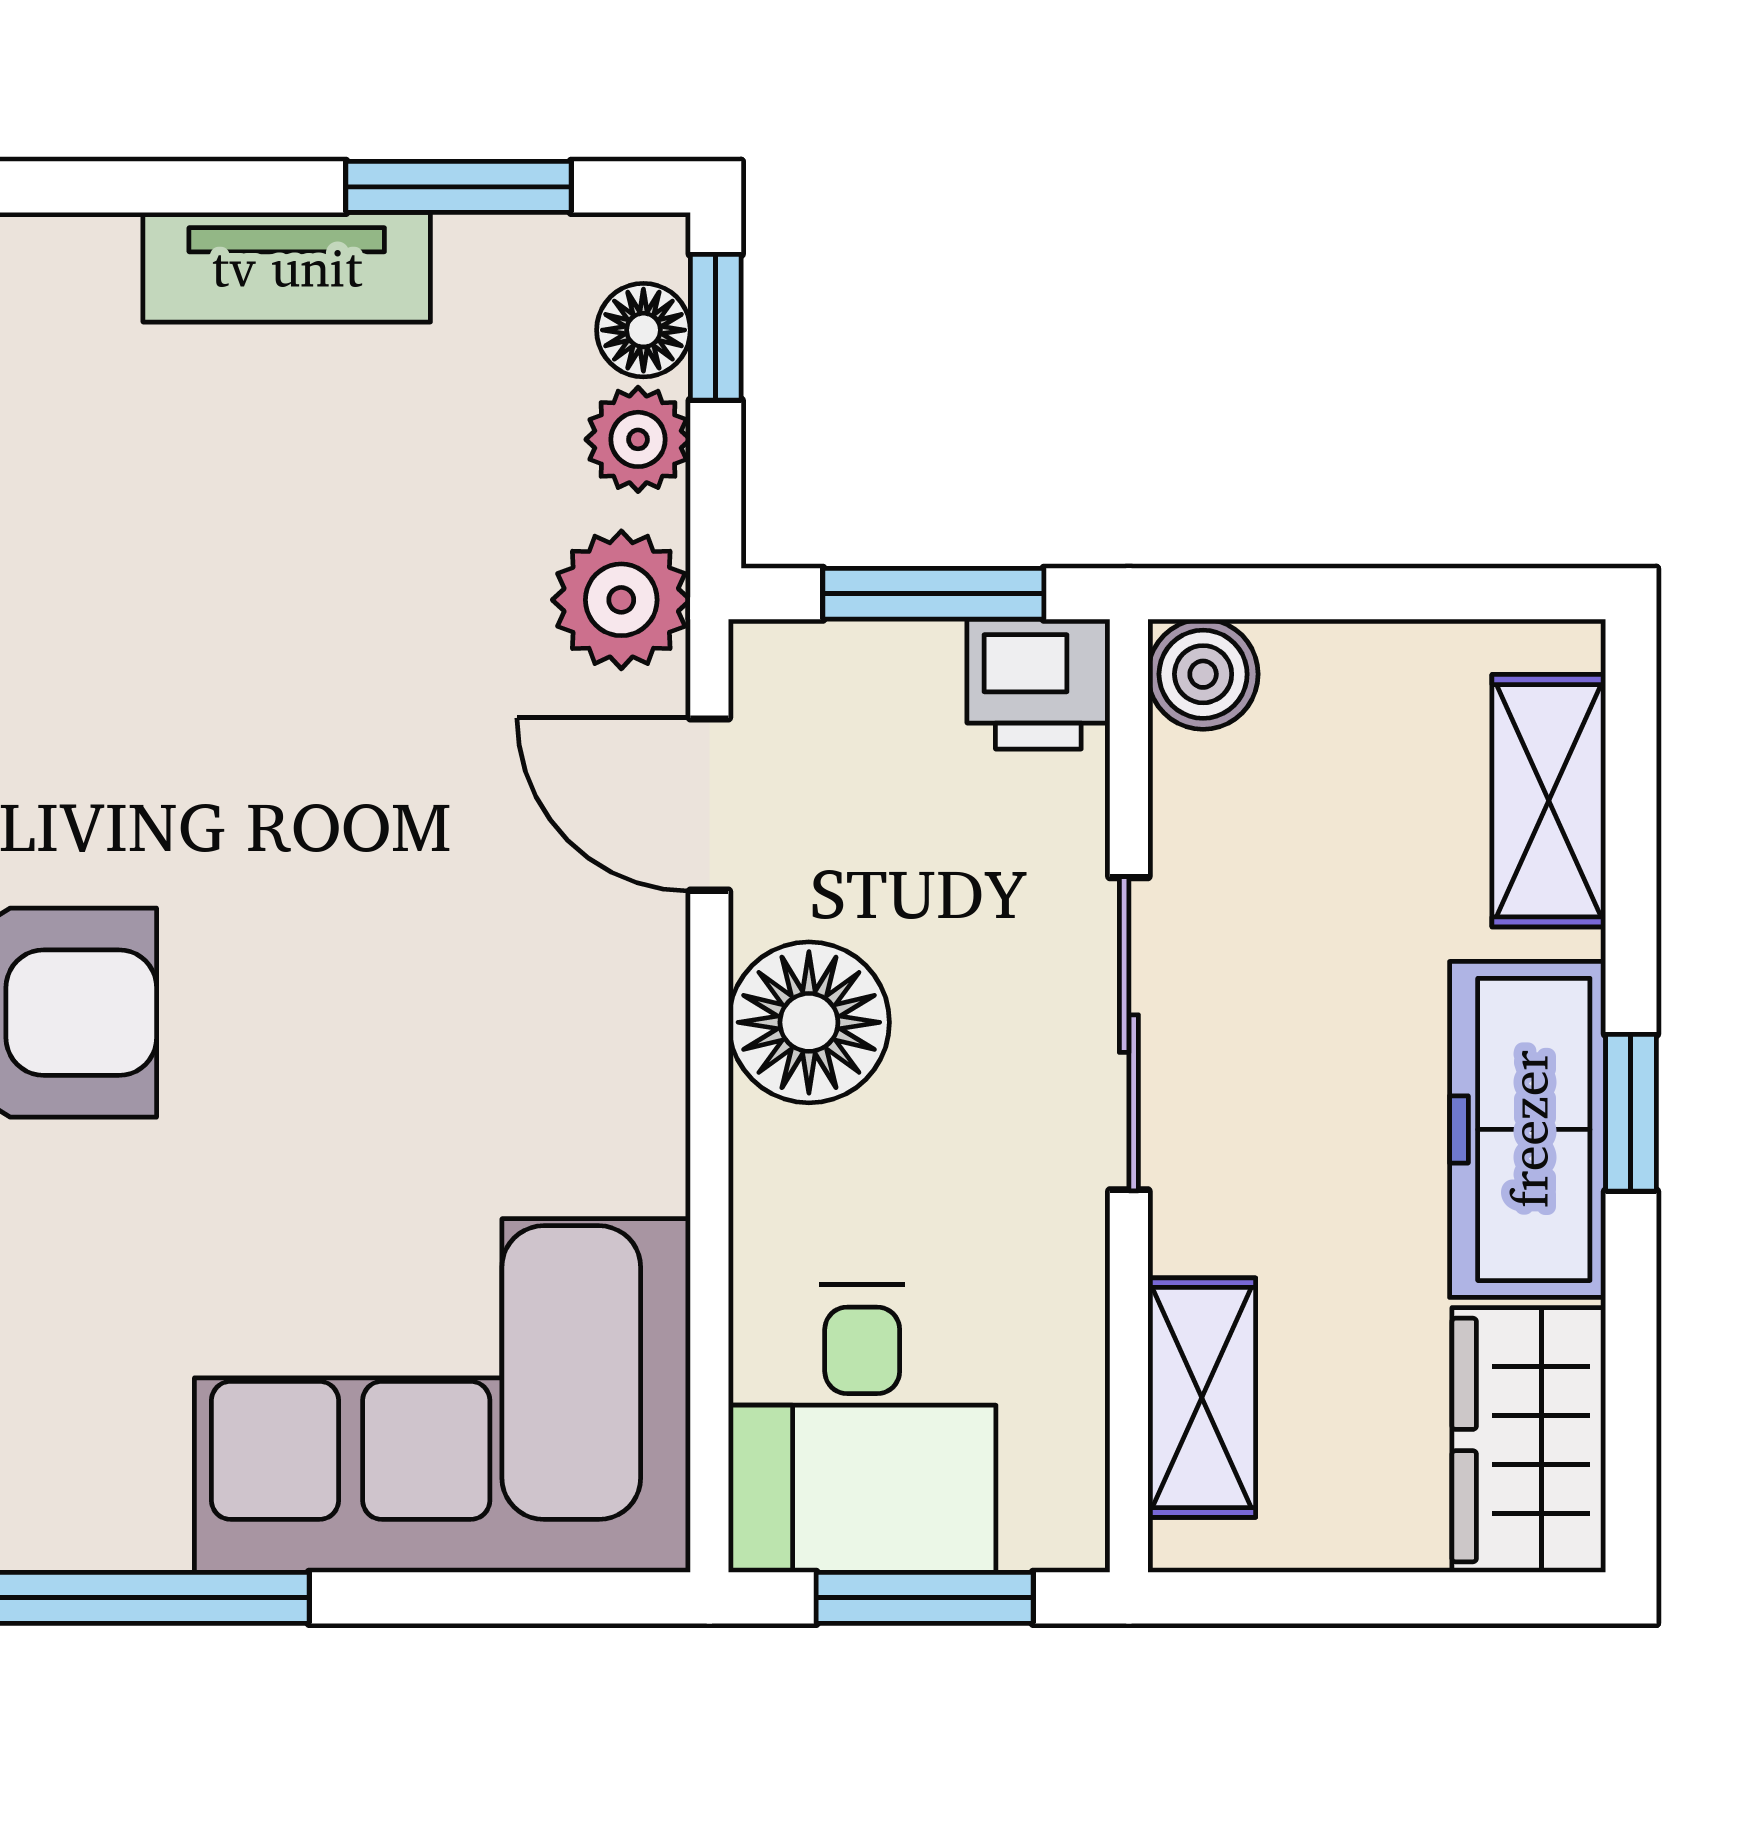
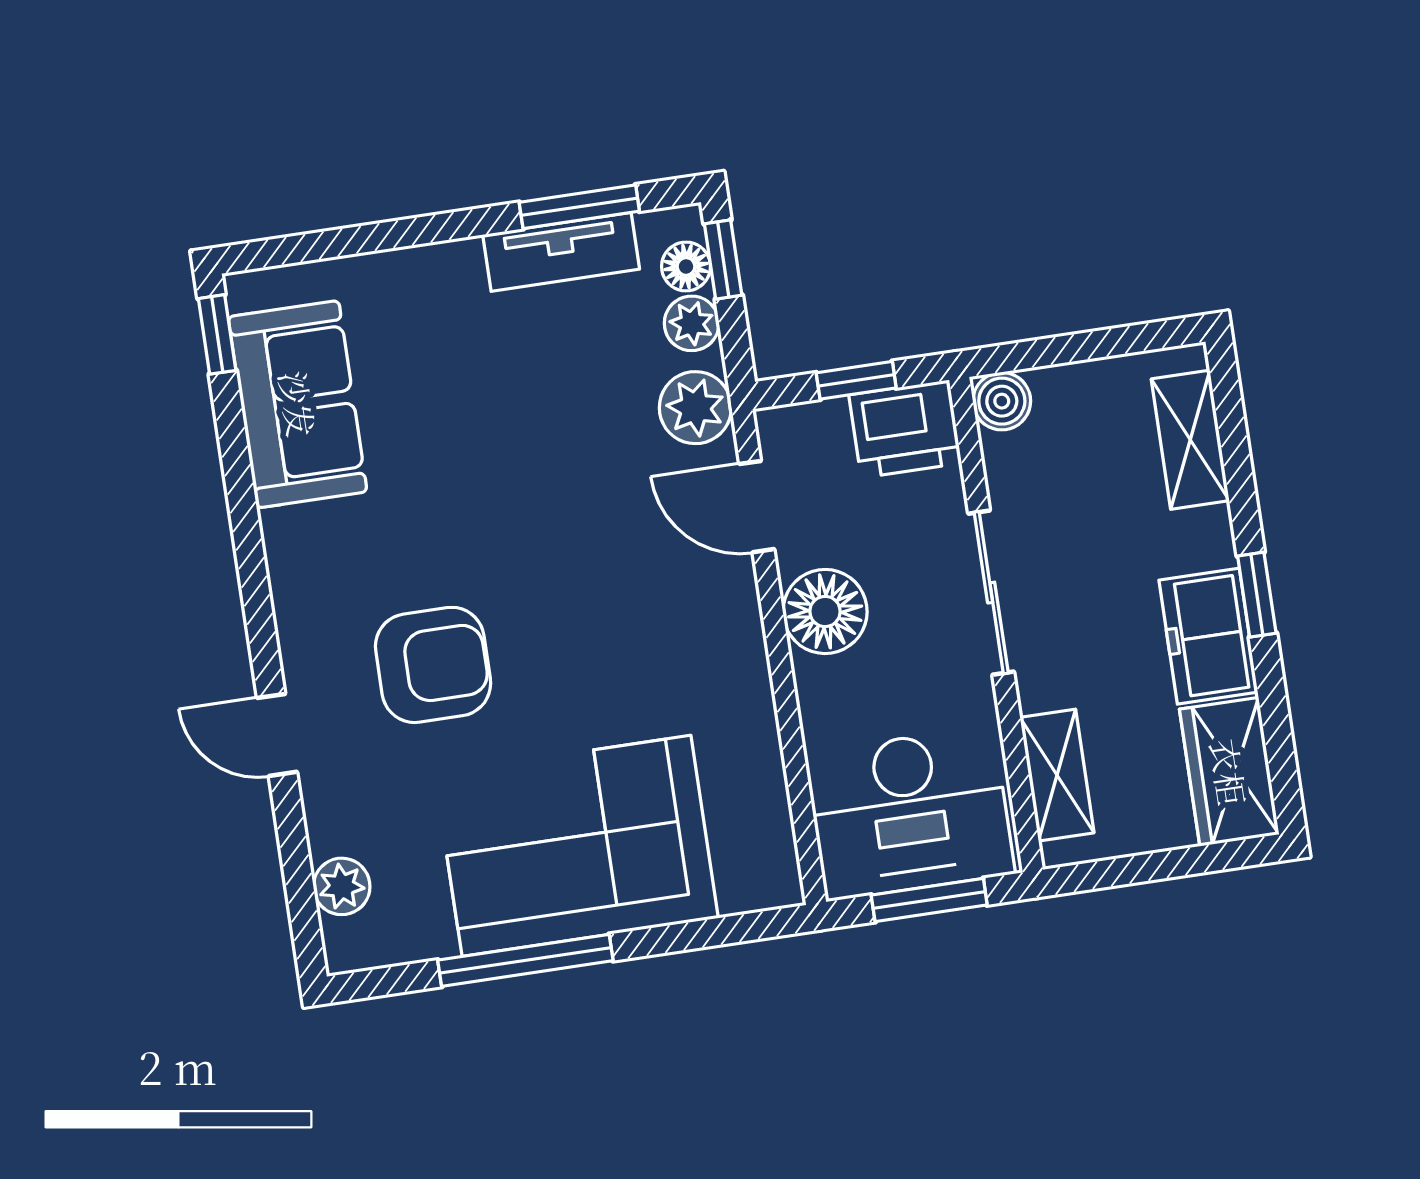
tv unit: (287, 267) -> (561, 252), moved
window: (933, 594) -> (856, 380), width x0.67
printer: (1038, 684) -> (905, 429), width x1.36, depth x1.24
freezer: (1528, 1129) -> (1208, 636), width x0.71
corner sofa: (442, 1396) -> (576, 846), moved
desk: (862, 1428) -> (910, 813), width x1.37

